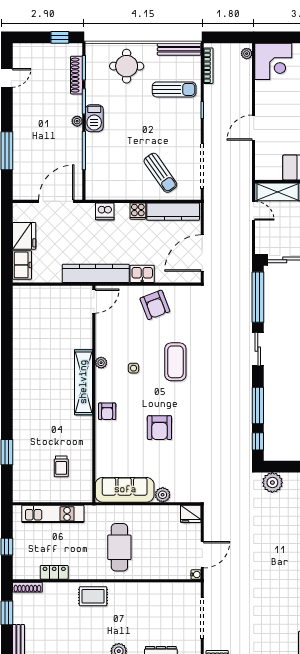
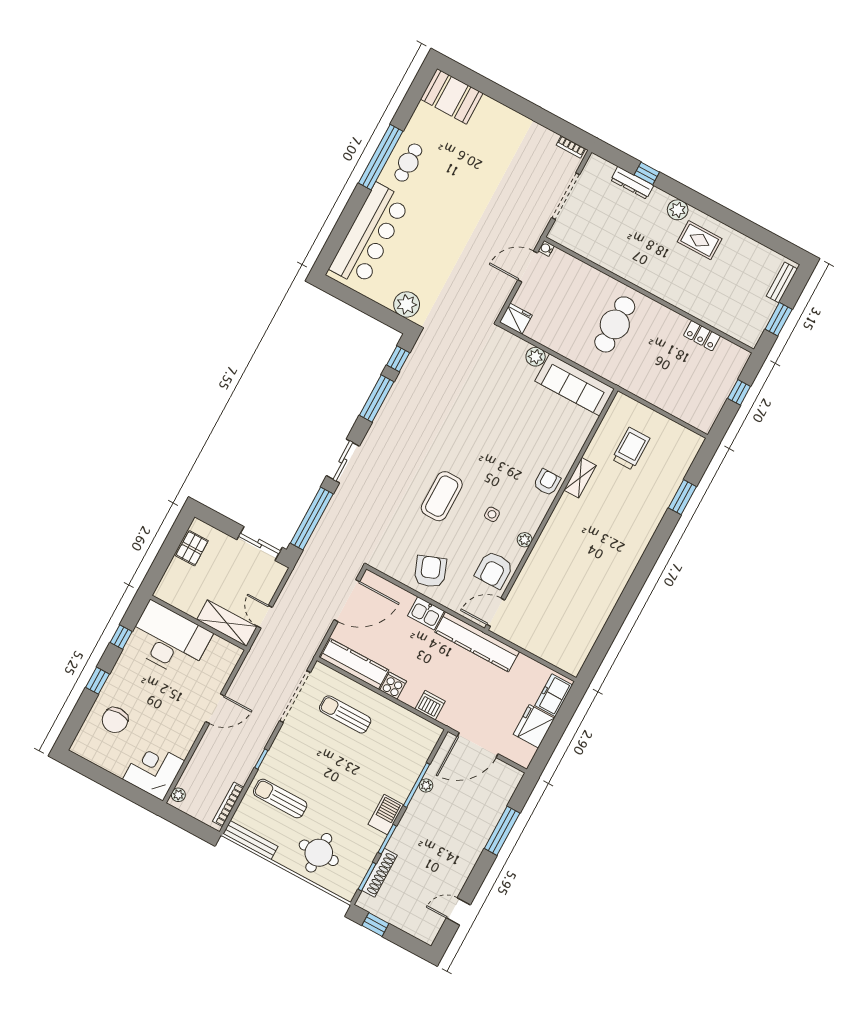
plant: (77, 121) -> (426, 785), moved
sun lounger: (160, 173) -> (345, 714), turned -55
shelving: (84, 382) -> (580, 478), moved, width x0.45, depth x0.75
armchair: (159, 428) -> (494, 570), moved, turned 180
trolley: (61, 466) -> (631, 449), width x1.36, depth x1.39
kitchen unit: (53, 514) -> (669, 401), removed
shoe rack: (27, 587) -> (741, 335), removed
rug: (93, 596) -> (700, 240), moved

